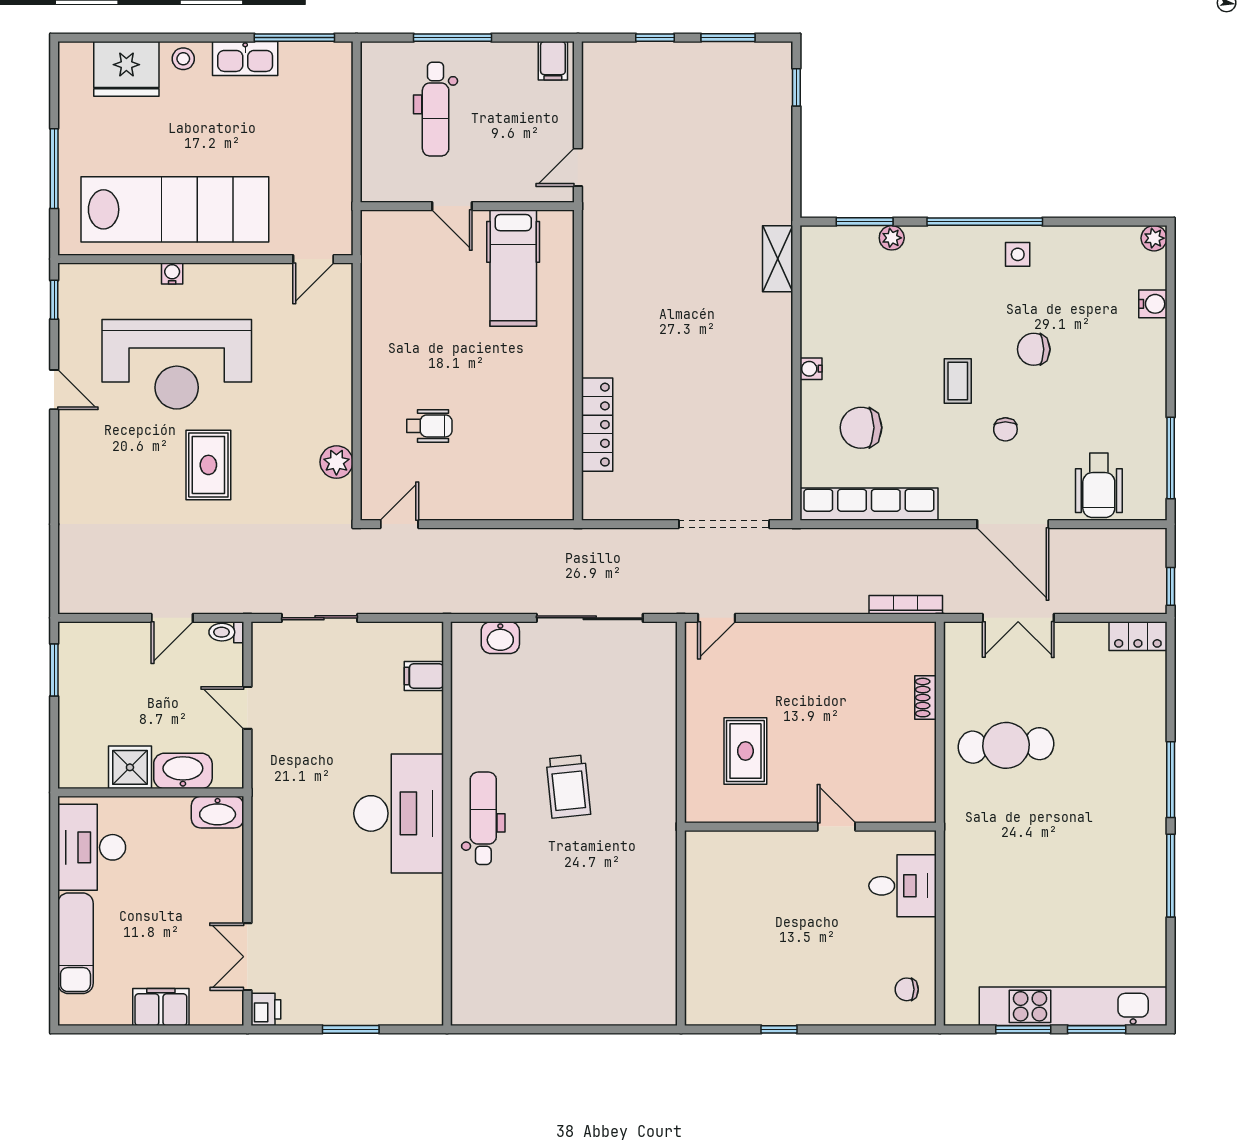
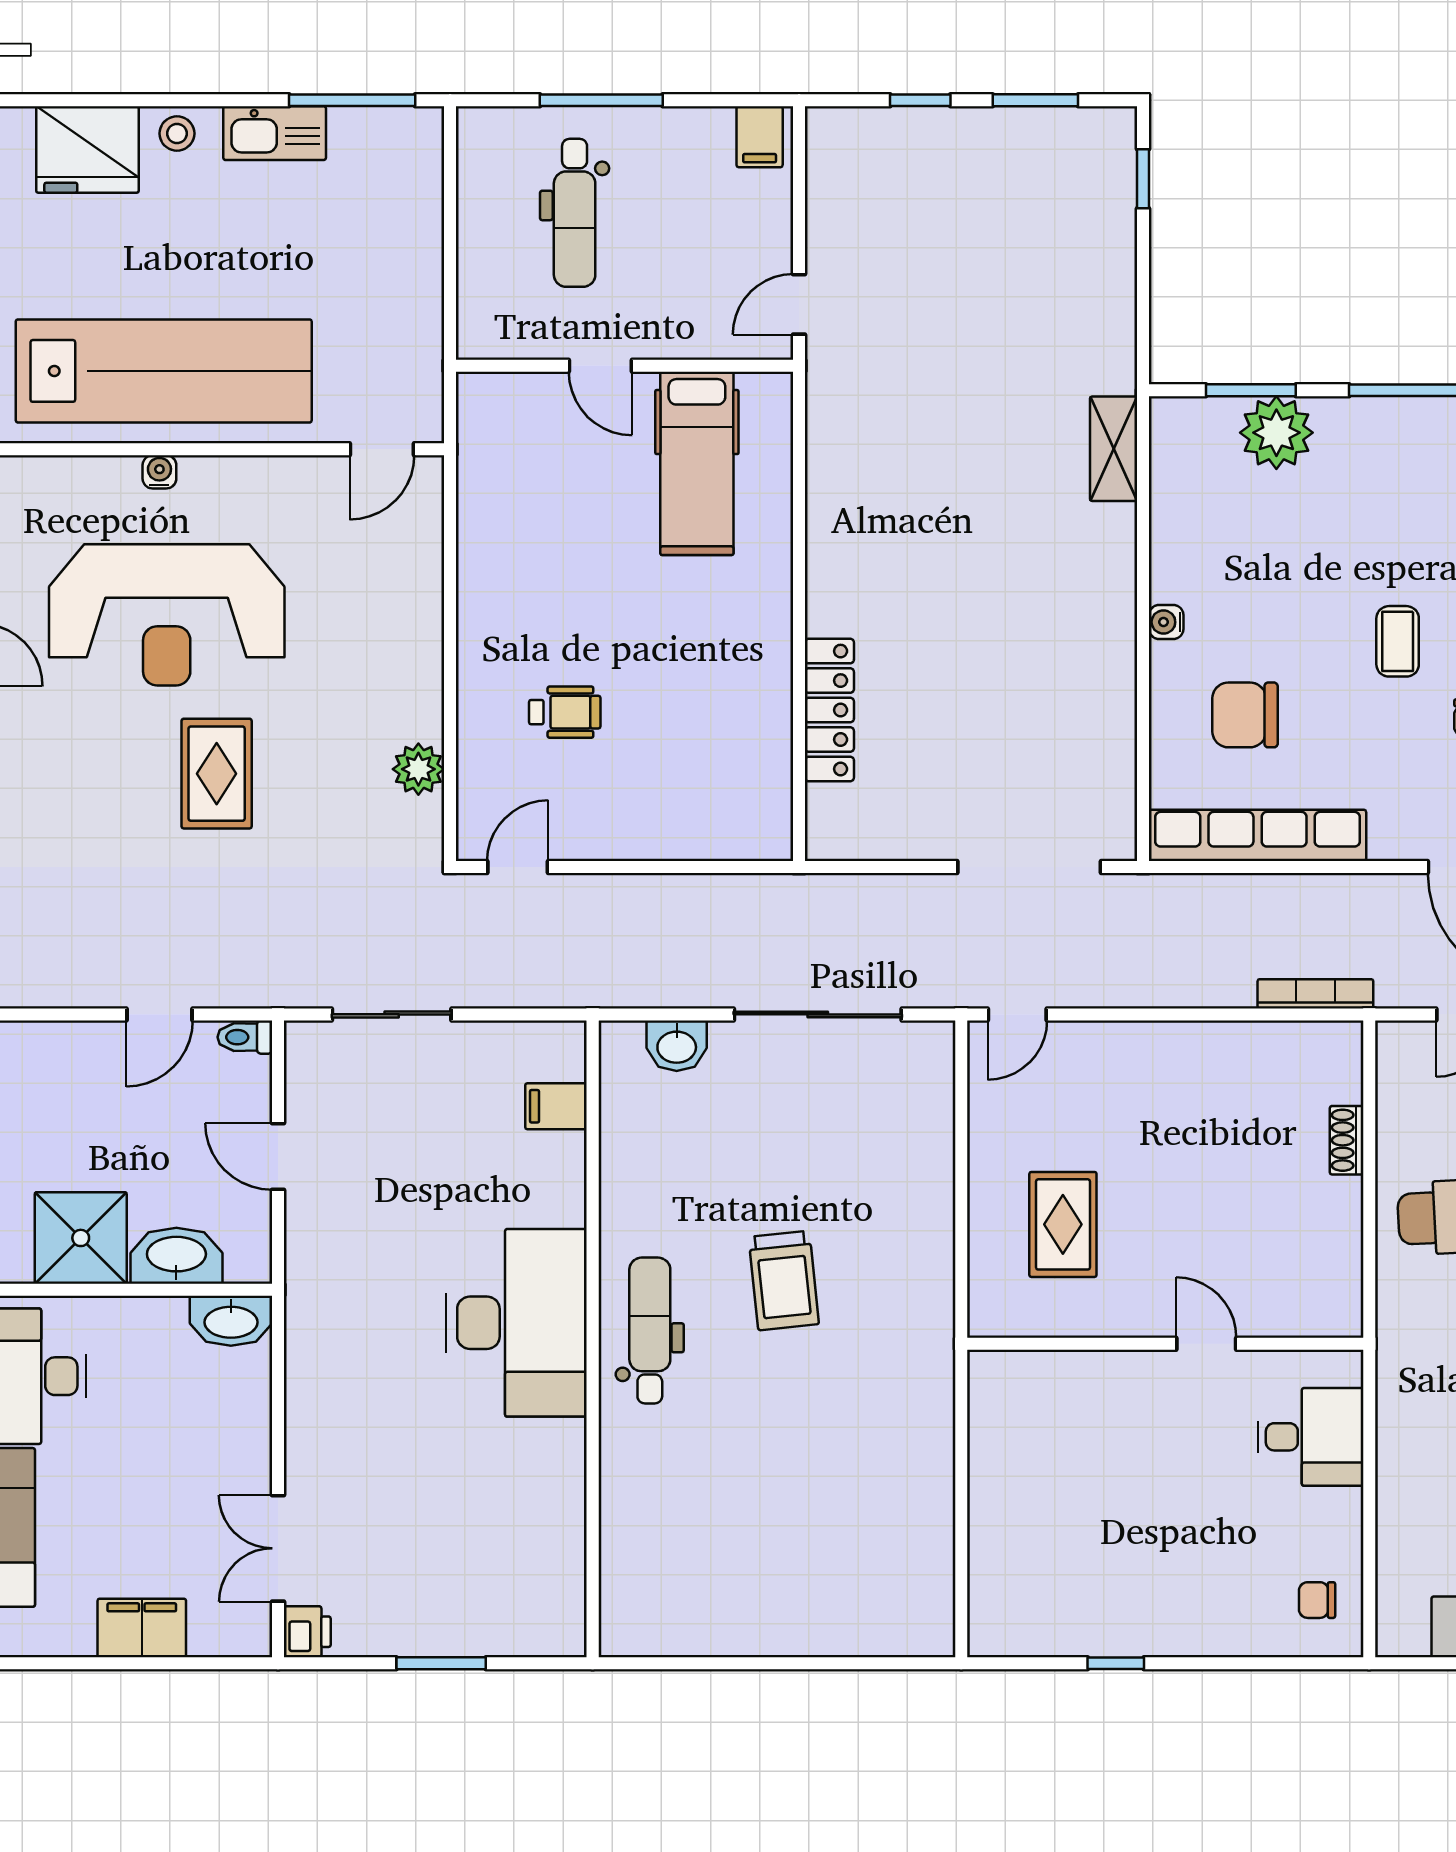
plant: (892, 238) -> (1276, 433), width x1.88, depth x1.88
shower: (130, 767) -> (81, 1238), width x1.36, depth x1.36

